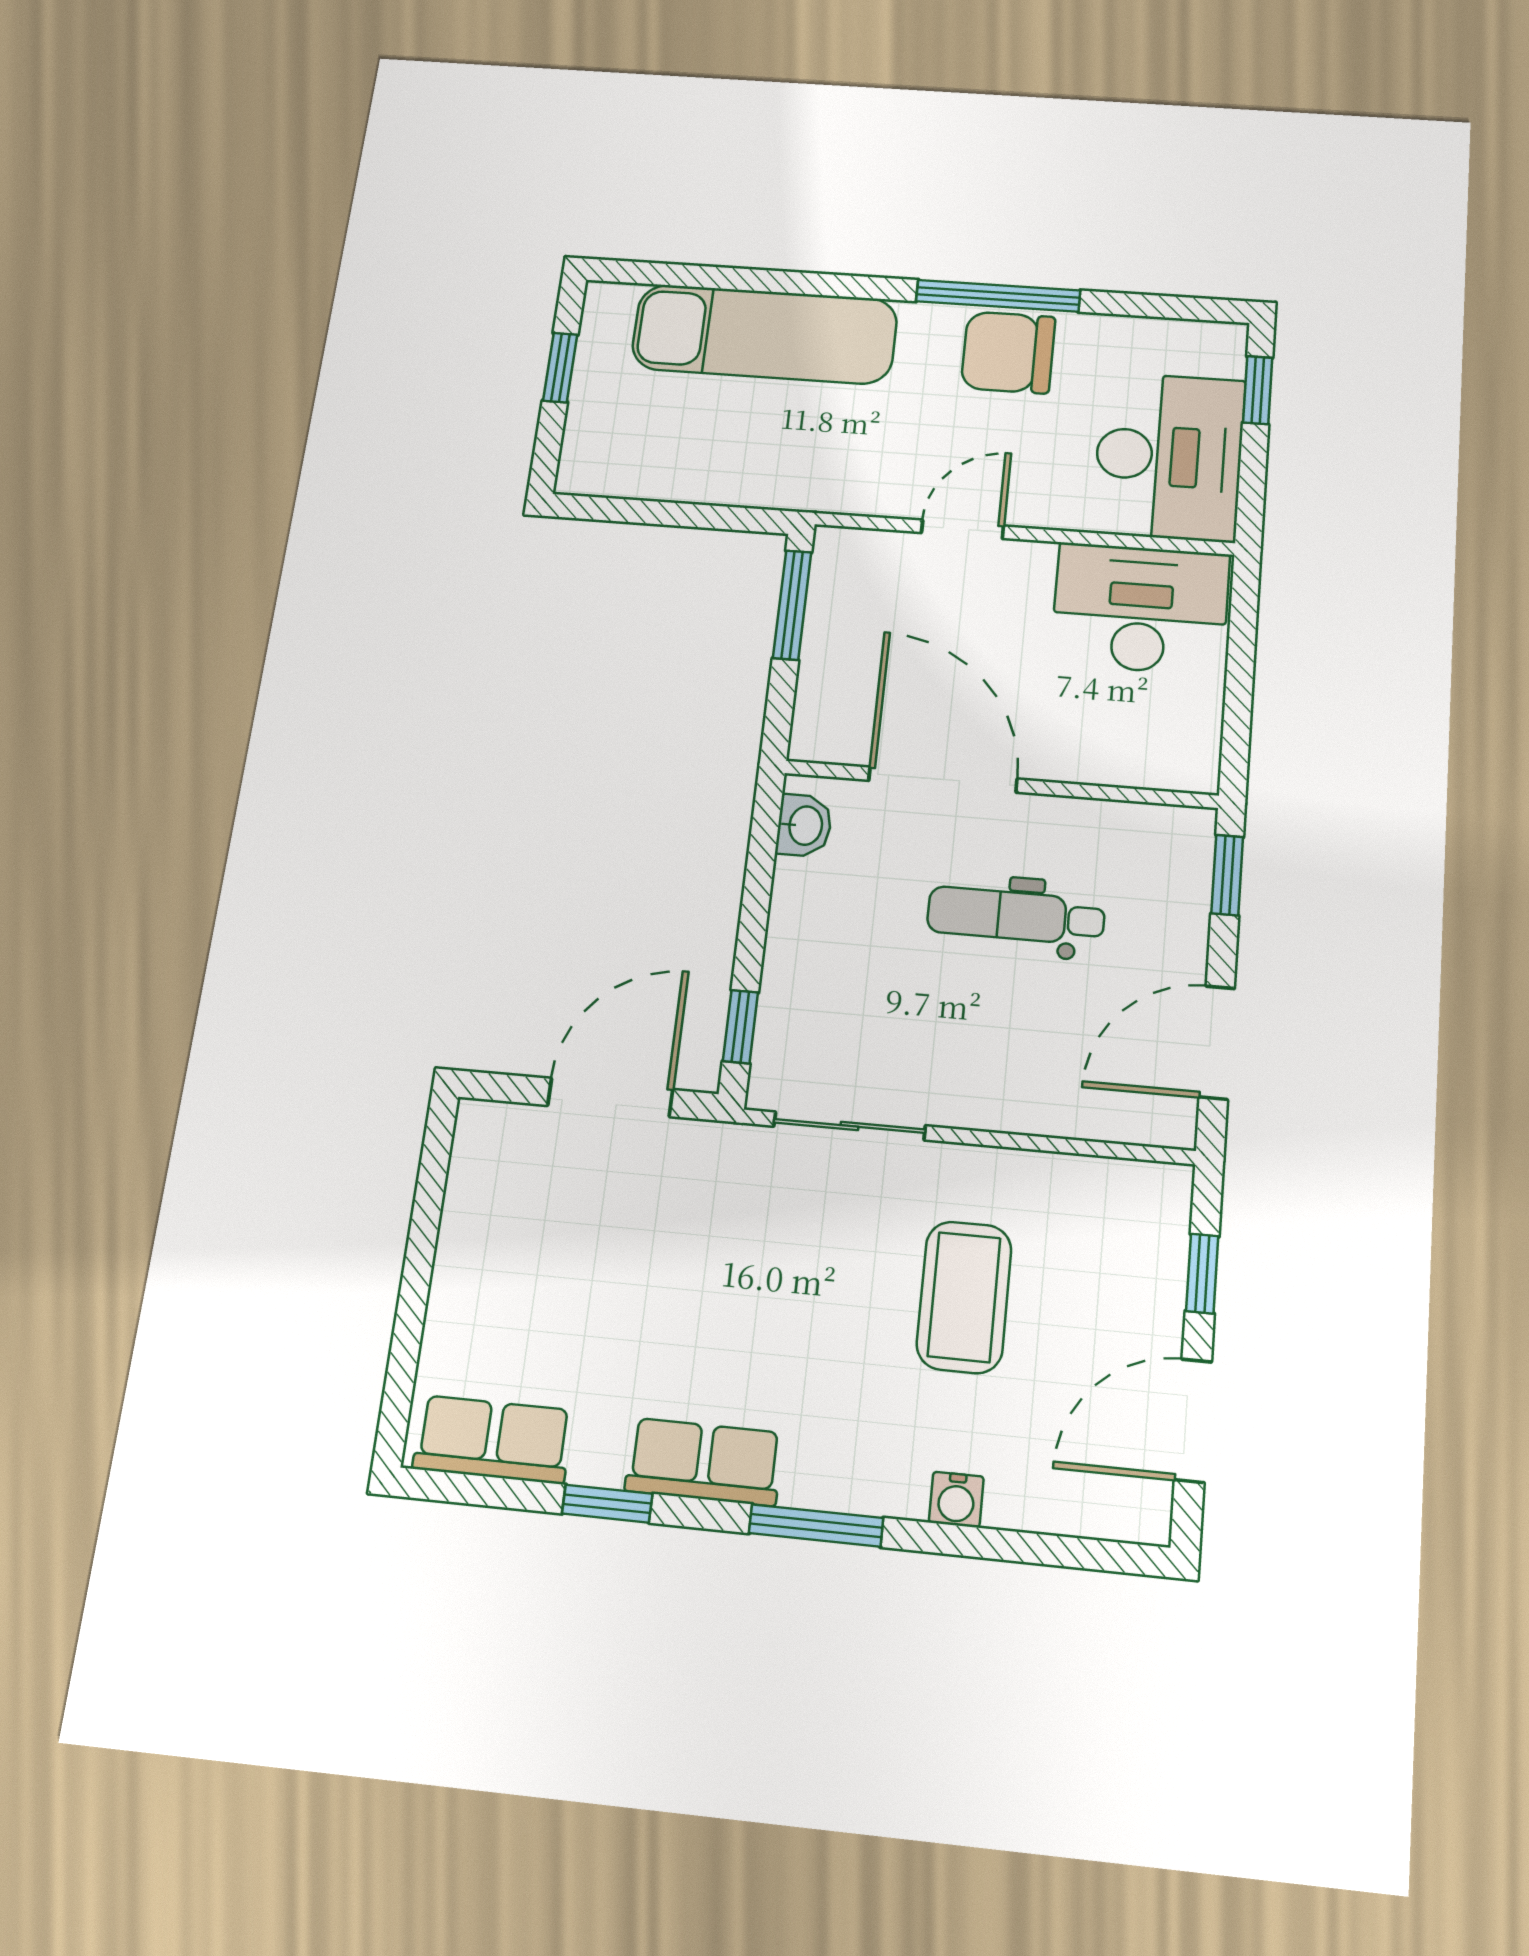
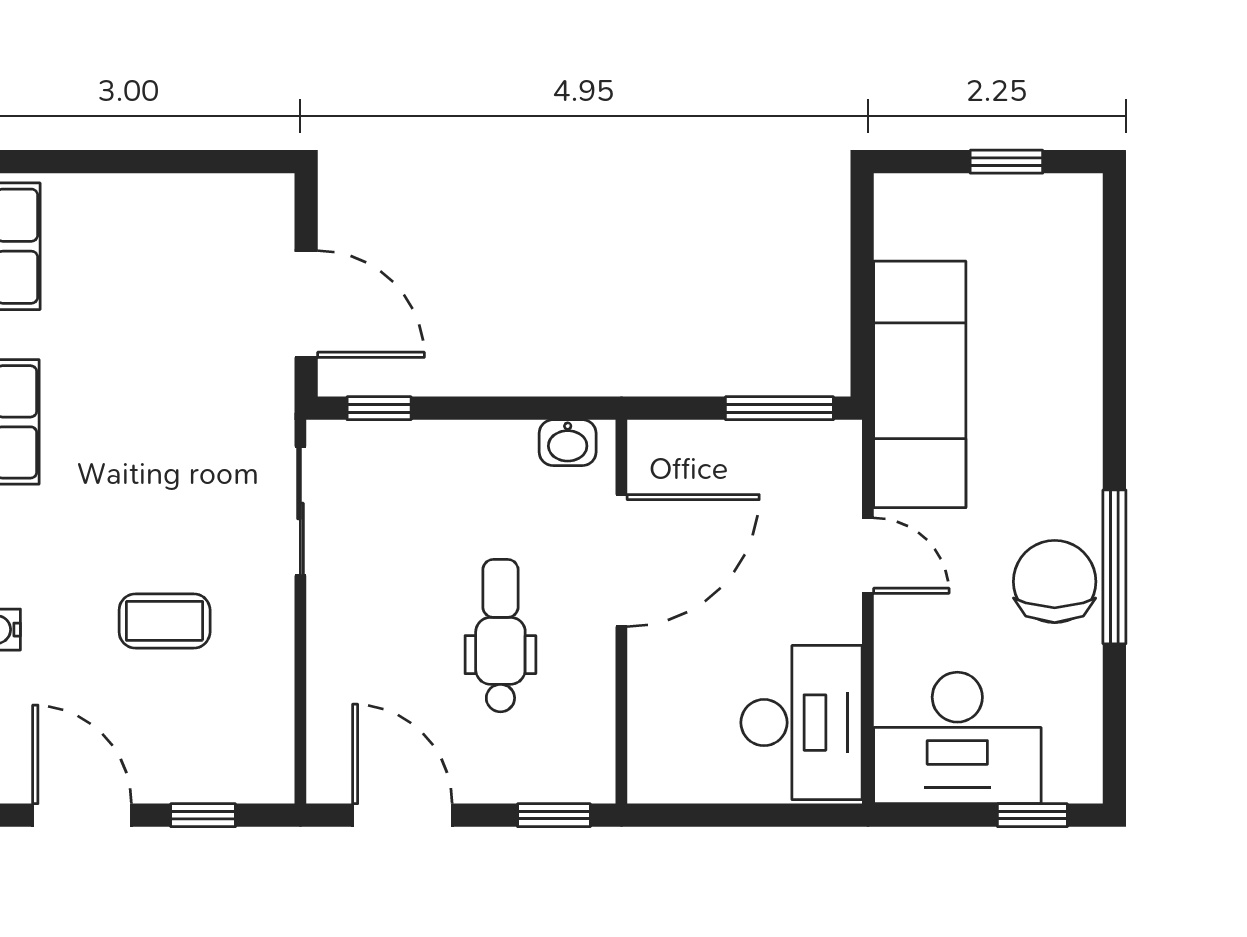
exam couch: (764, 334) -> (920, 384), moved, turned 180
coffee table: (964, 1297) -> (165, 621), width x0.73, depth x0.77

